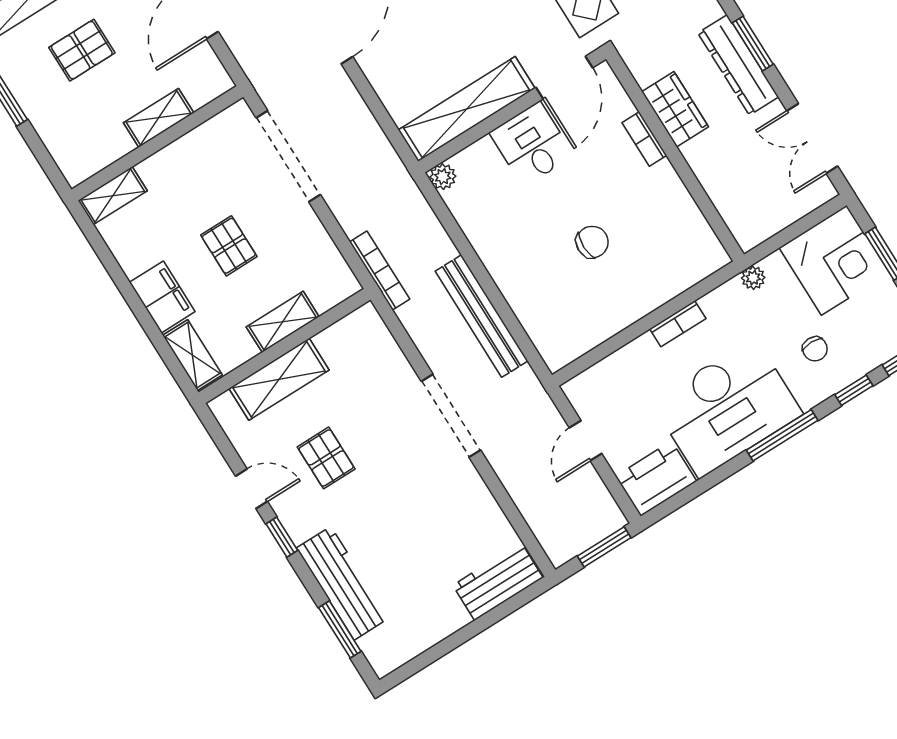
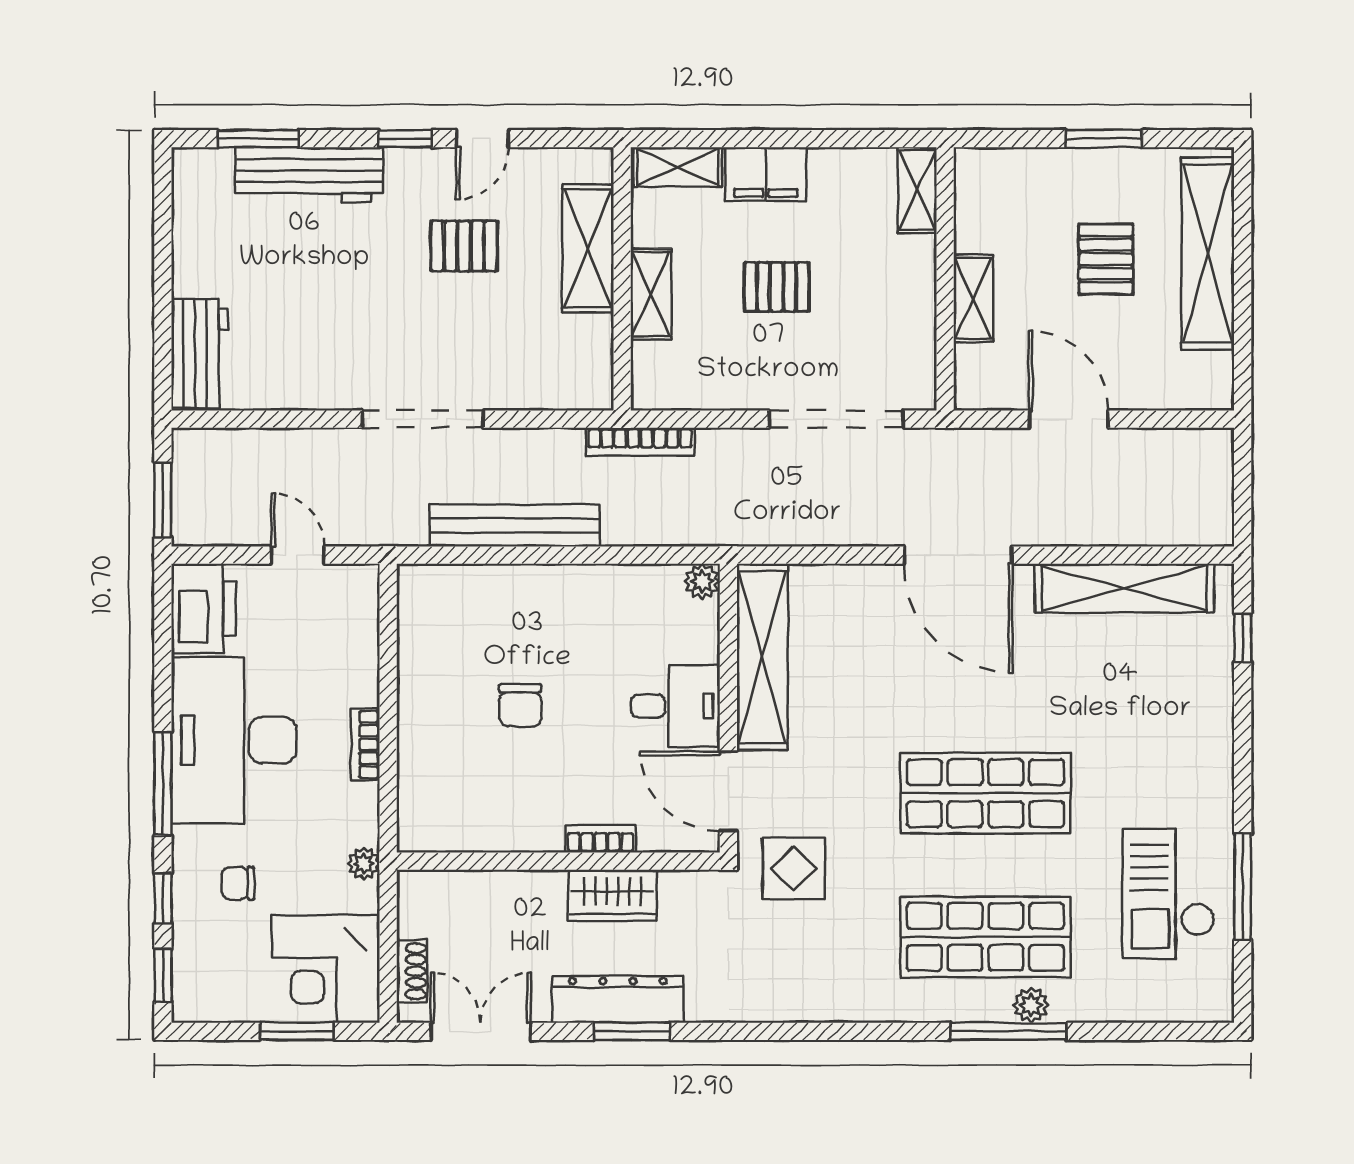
shoe rack: (802, 205) -> (412, 971), added

